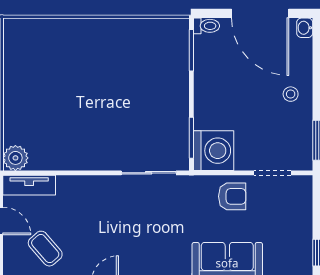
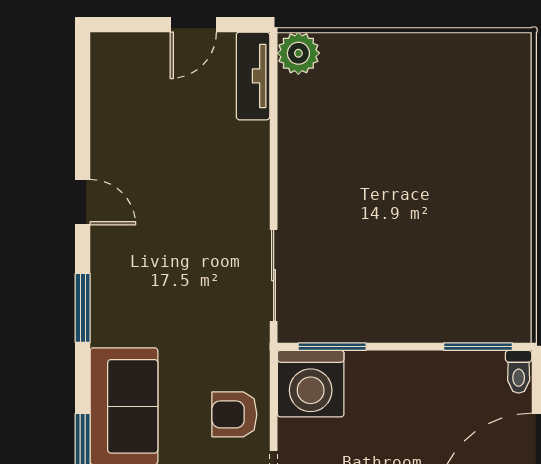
armchair: (232, 196) -> (234, 414), turned 90
coffee table: (45, 249) -> (147, 103), removed

